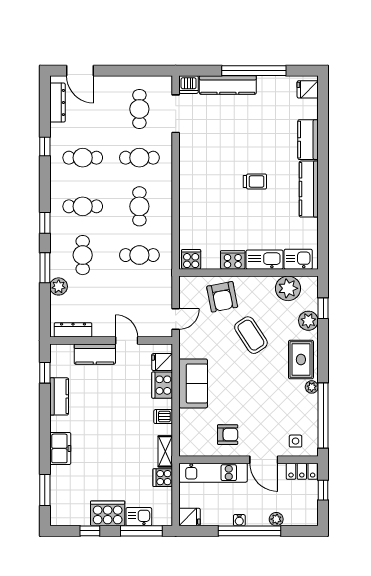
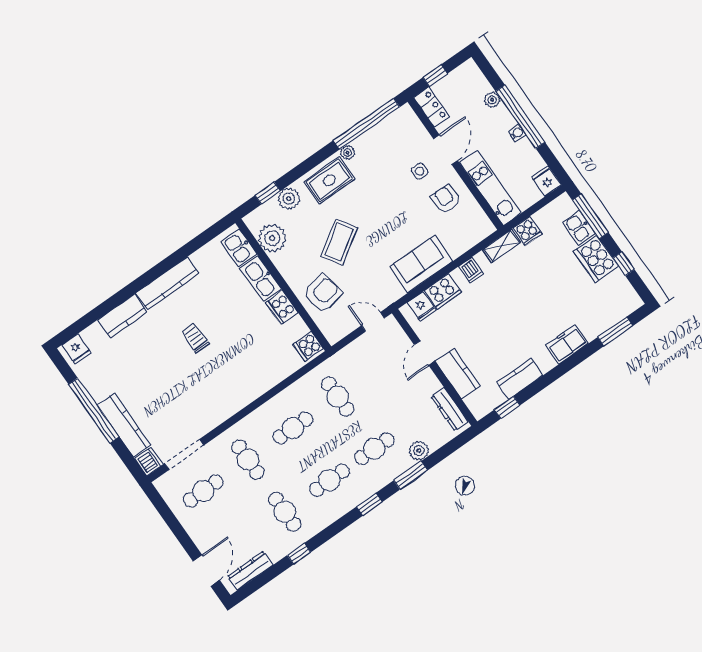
cafe table: (83, 206) -> (330, 480), turned 90
side table: (296, 441) -> (420, 171), moved

